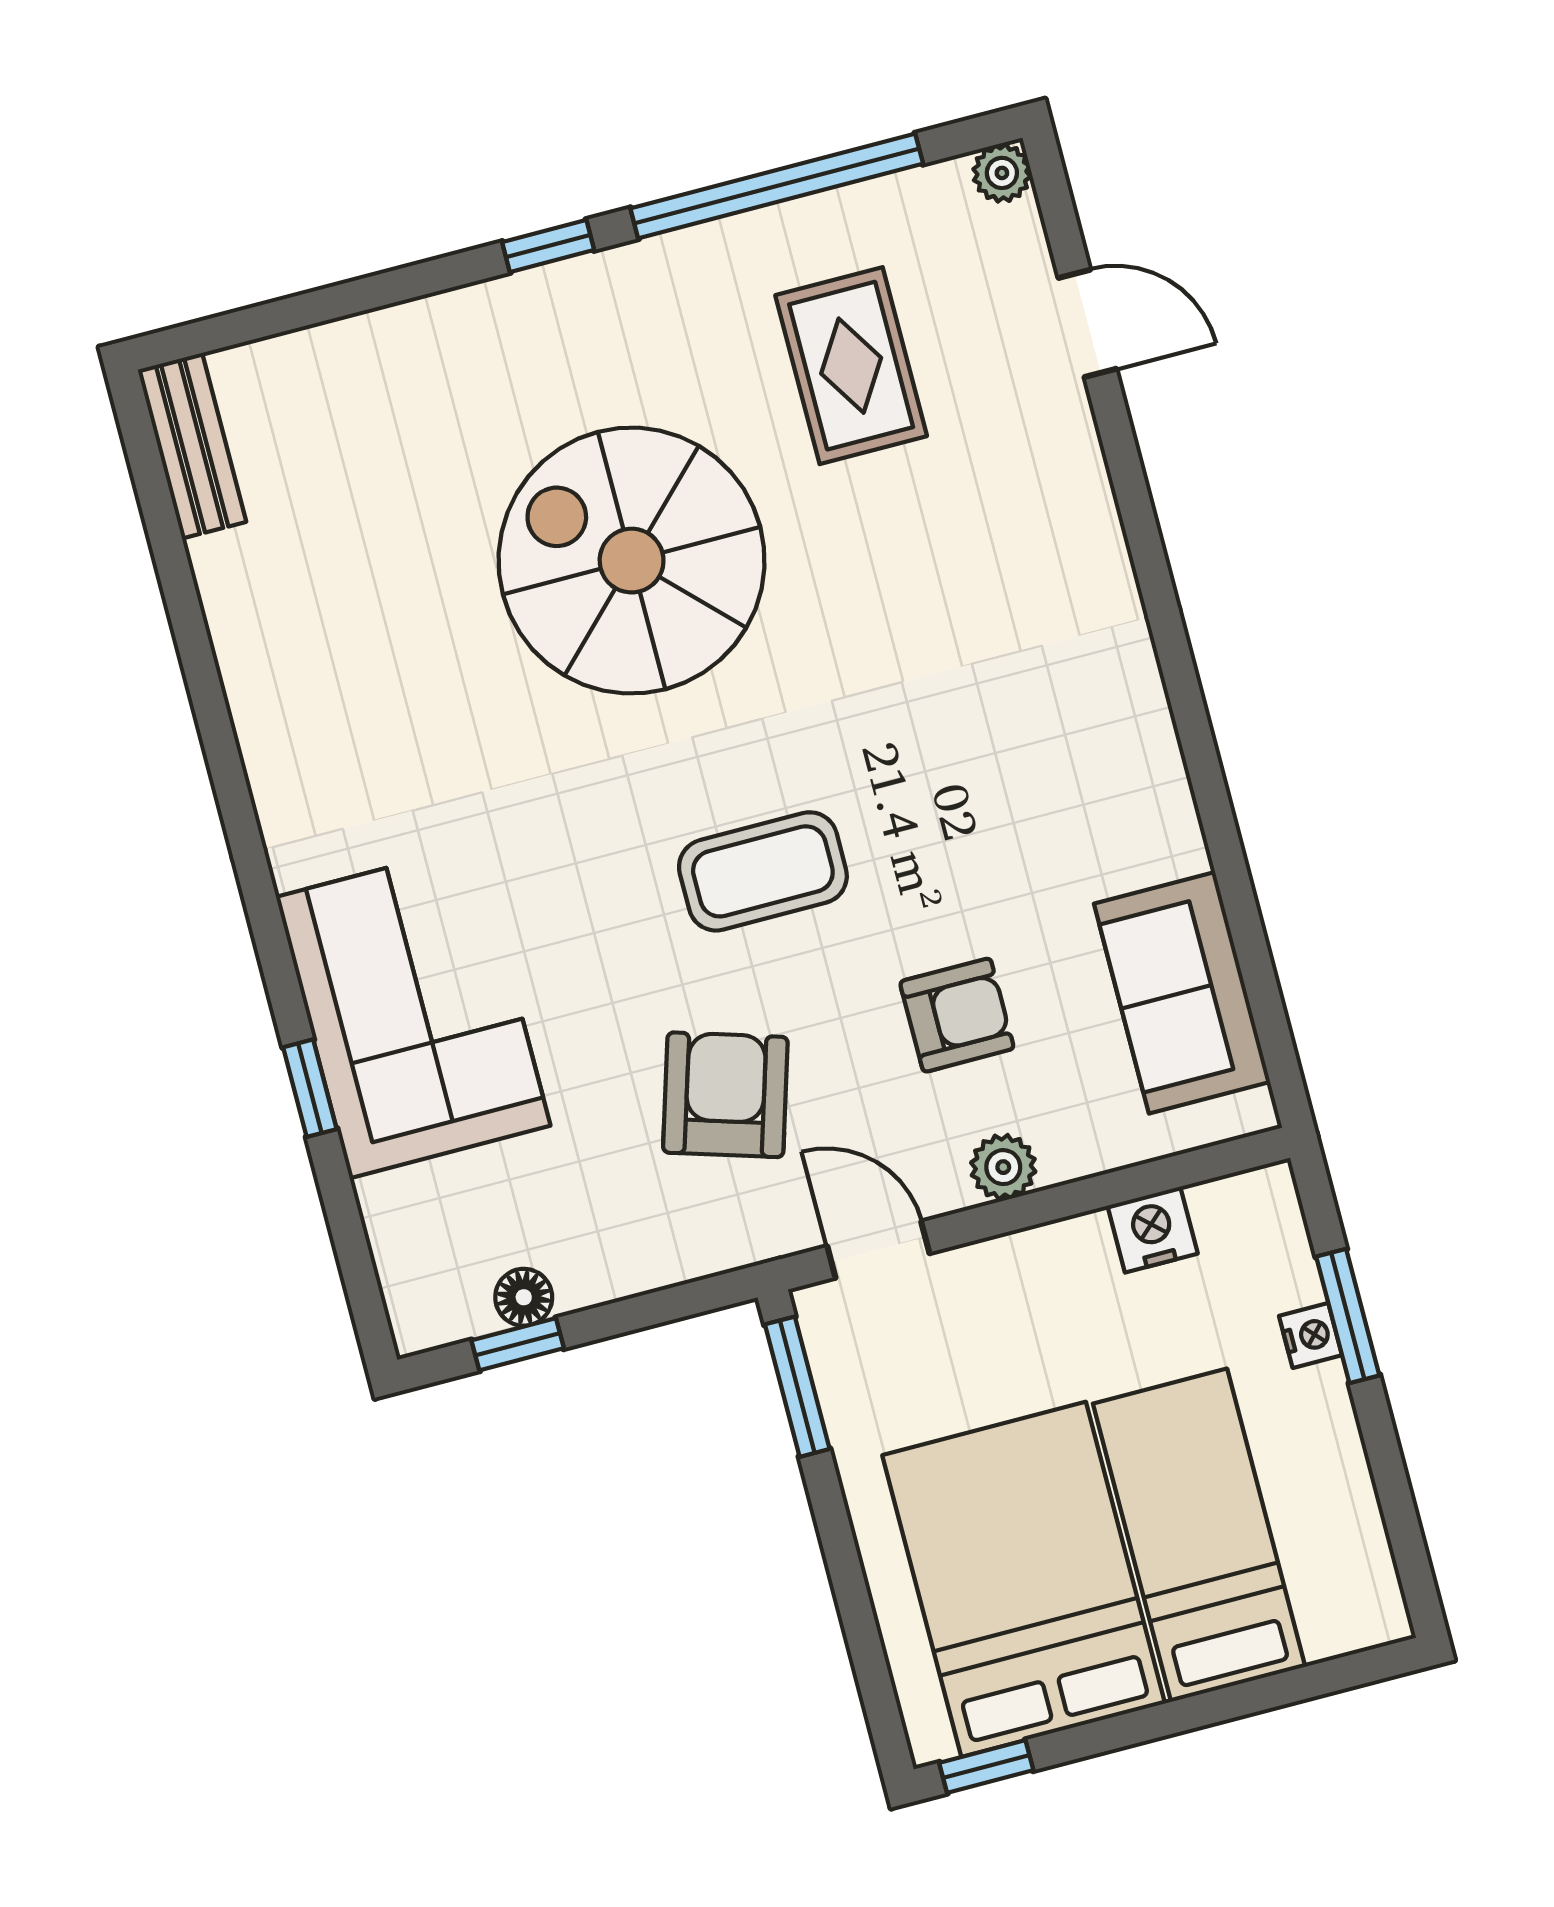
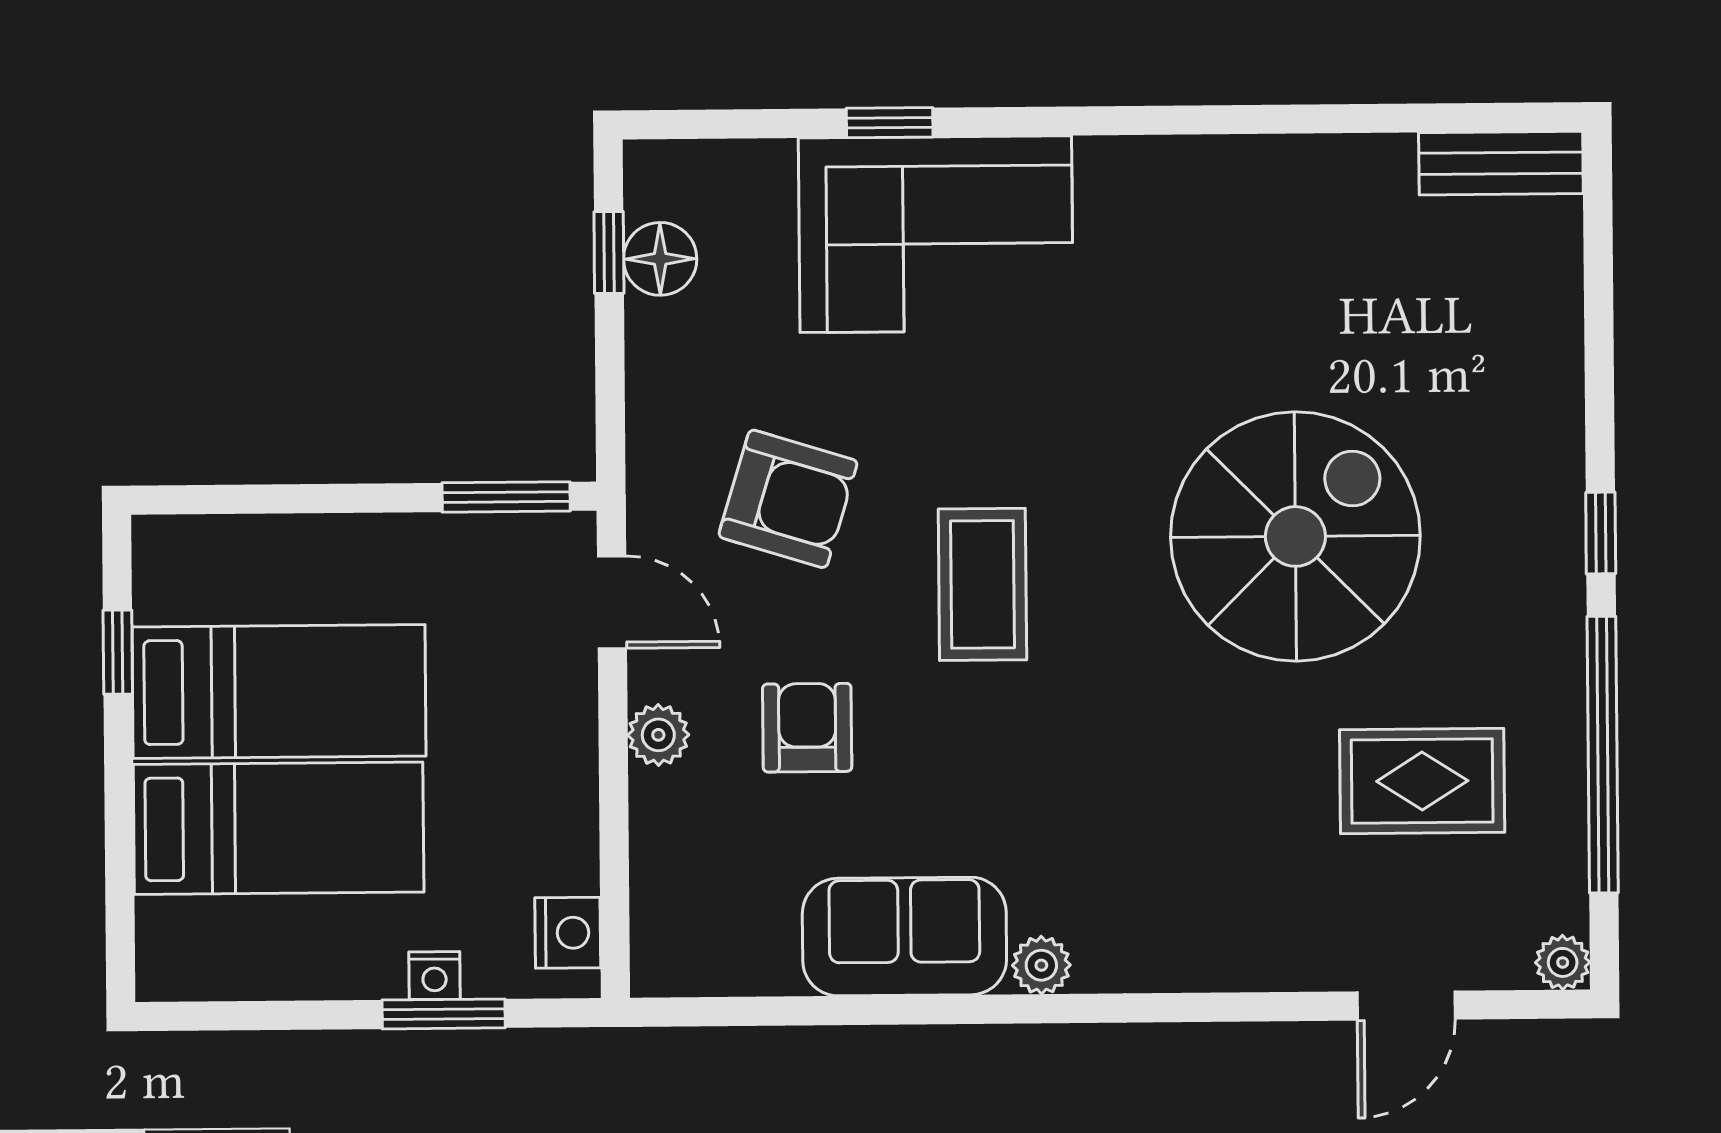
plant: (1141, 711) -> (1041, 965), added
sofa: (1182, 993) -> (904, 937), moved
armchair: (957, 1015) -> (807, 728), turned 180
nightstand: (1153, 1230) -> (568, 933), moved
door: (878, 1250) -> (612, 602), hinge flipped
floor lamp: (524, 1297) -> (660, 259), width x1.37, depth x1.37
bed: (1024, 1579) -> (279, 692), width x0.67
window: (986, 1767) -> (118, 652), moved

